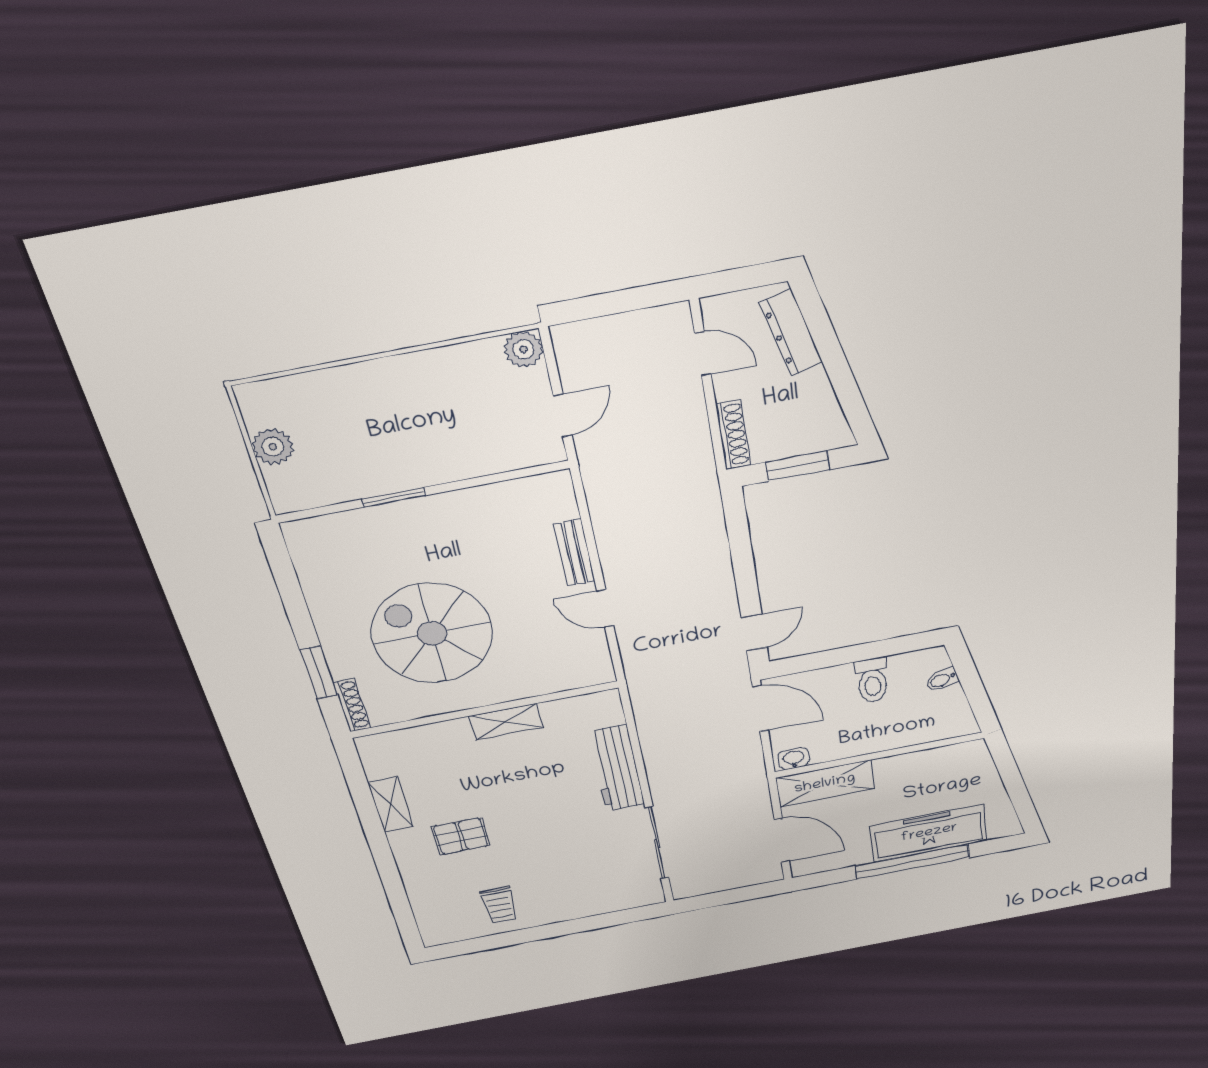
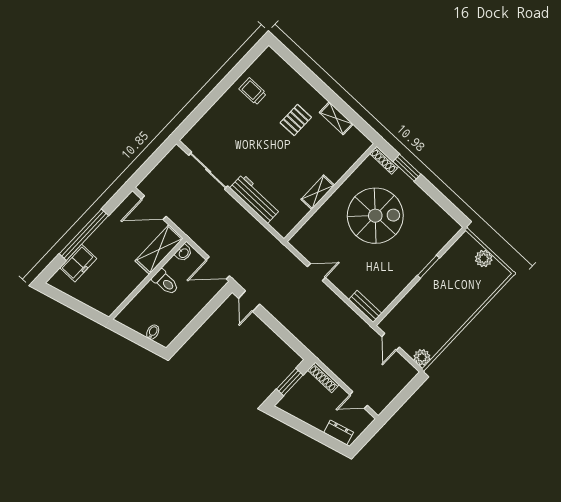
dresser: (791, 332) -> (339, 432), width x0.70
bench: (574, 553) -> (365, 306), moved
toilet: (872, 680) -> (165, 282), moved, turned 180
freezer: (929, 833) -> (78, 263), width x0.52, depth x0.79

